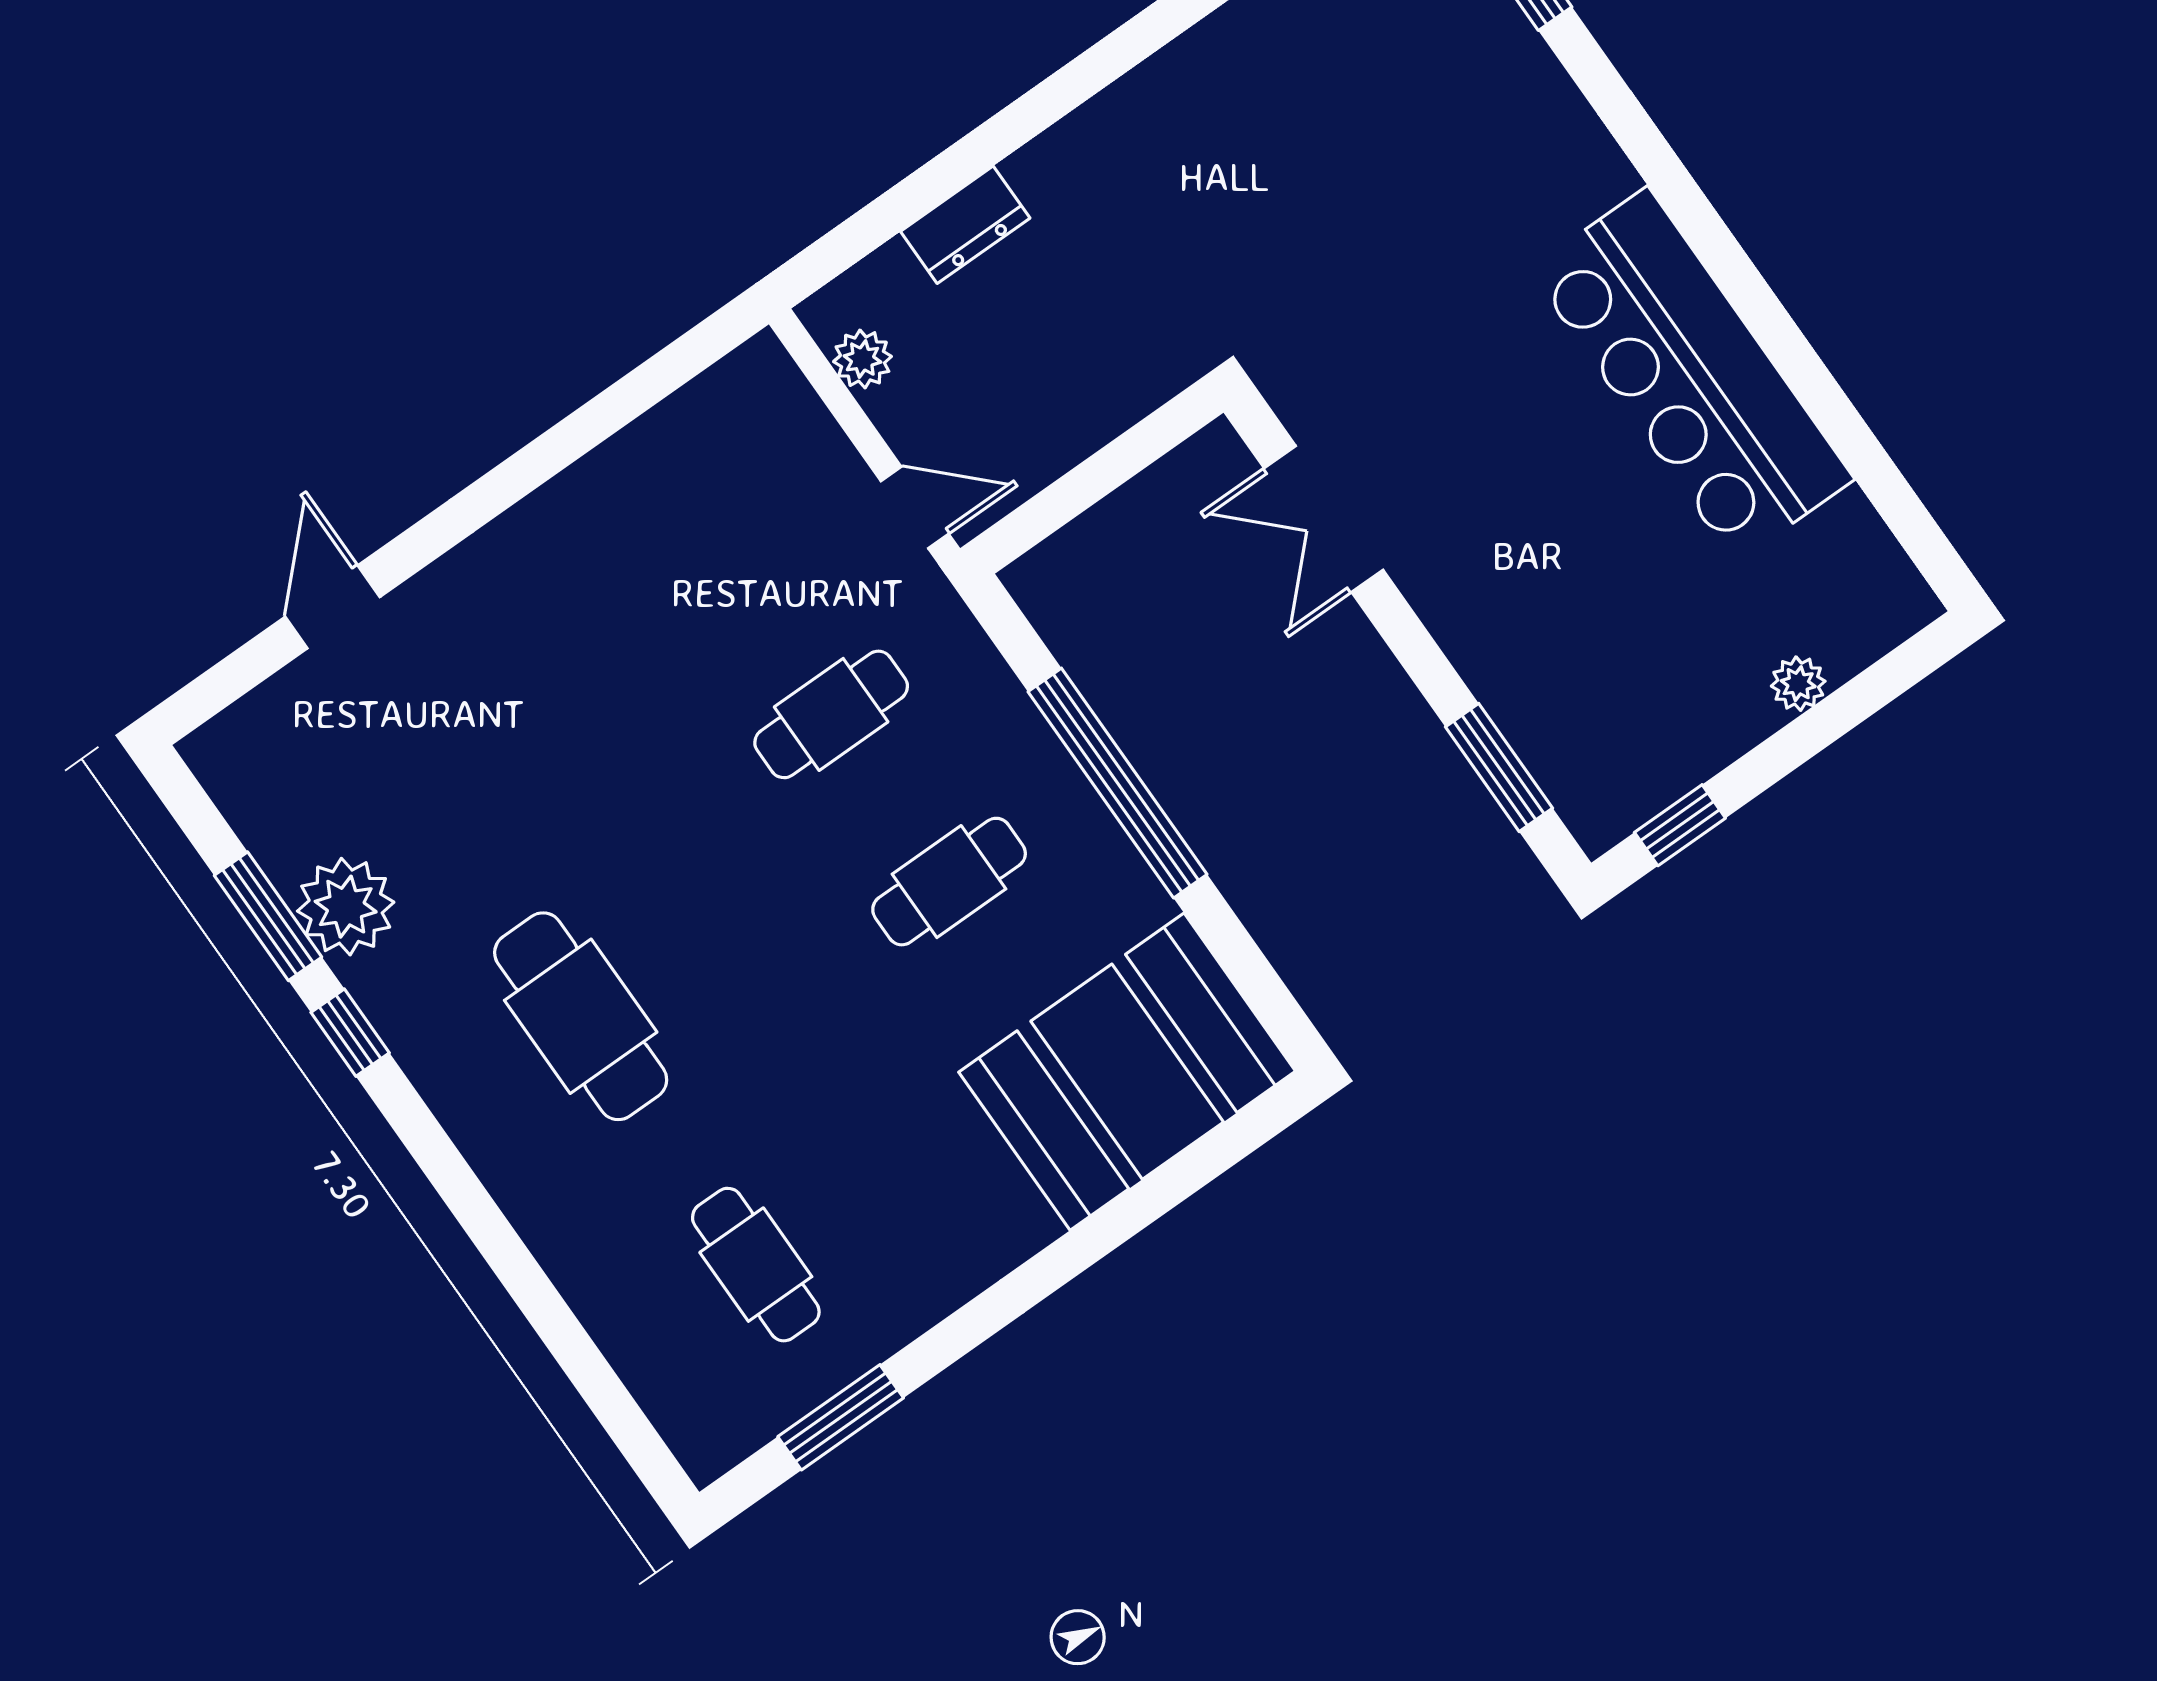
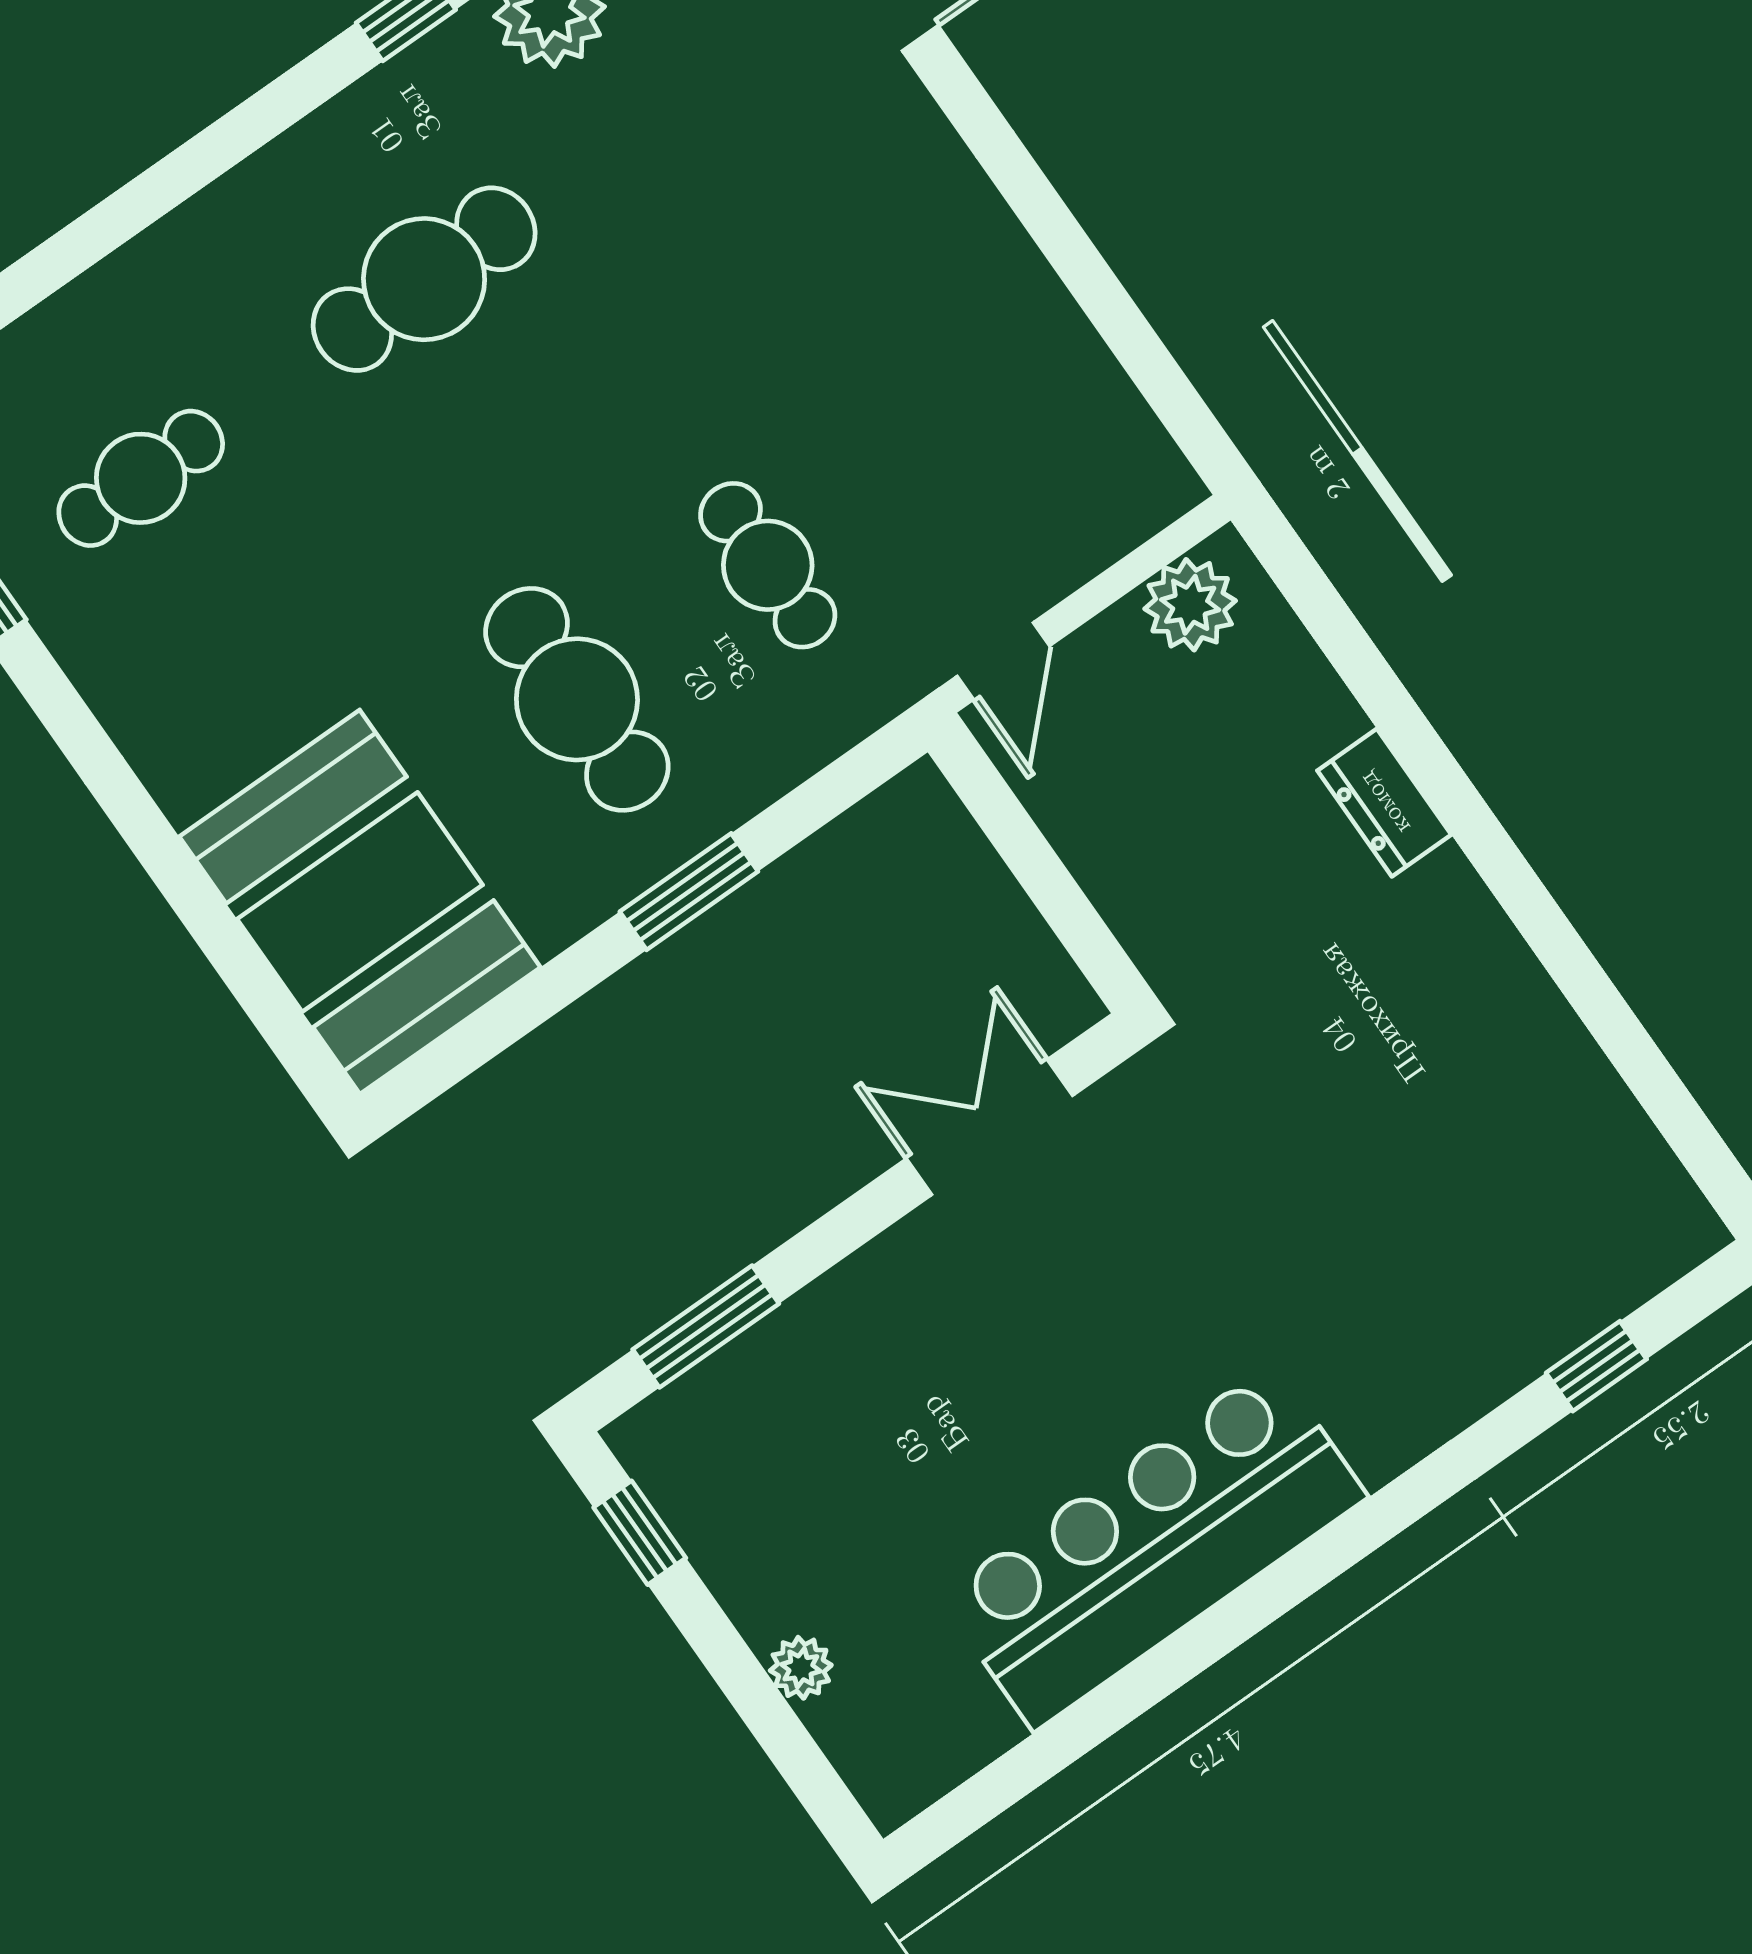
dresser: (965, 225) -> (1384, 803), moved
plant: (862, 359) -> (1190, 605), width x1.38, depth x1.38
window: (1117, 783) -> (689, 892), width x0.47
cafe table: (949, 882) -> (577, 699), width x1.37, depth x1.35

